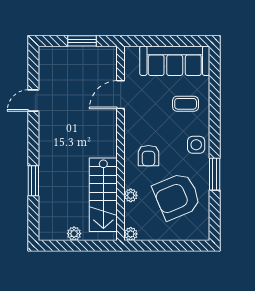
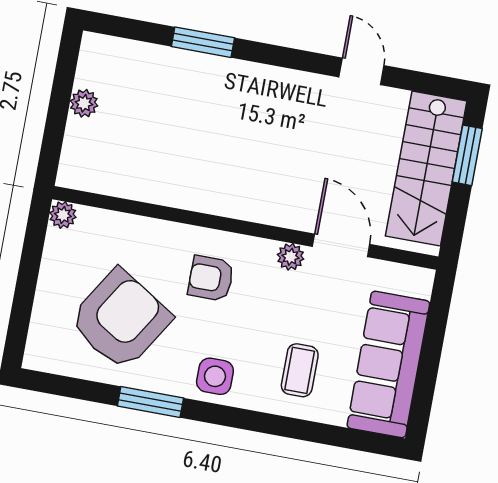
window: (82, 41) -> (467, 155), moved
stairs: (103, 195) -> (426, 169), moved, turned -90
plant: (131, 195) -> (291, 257), moved
armchair: (177, 196) -> (120, 320), turned 55

